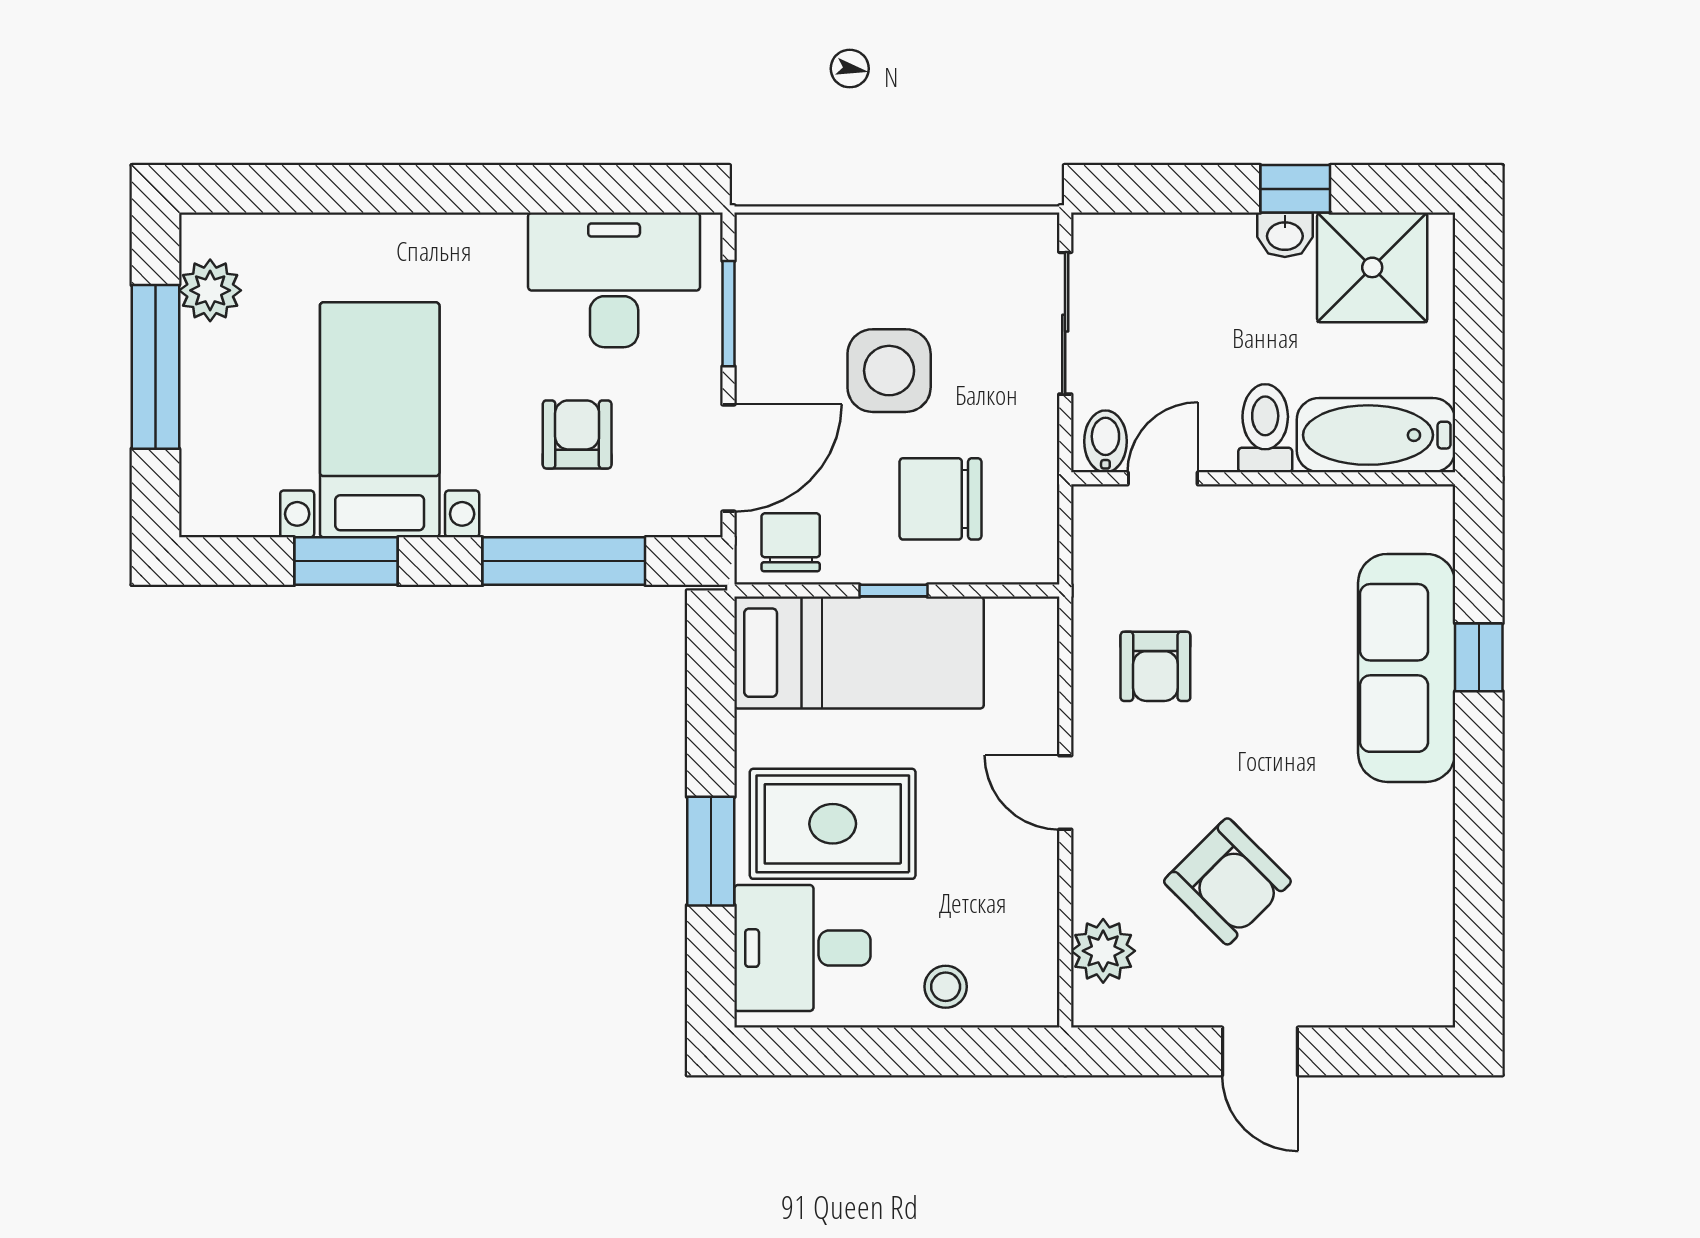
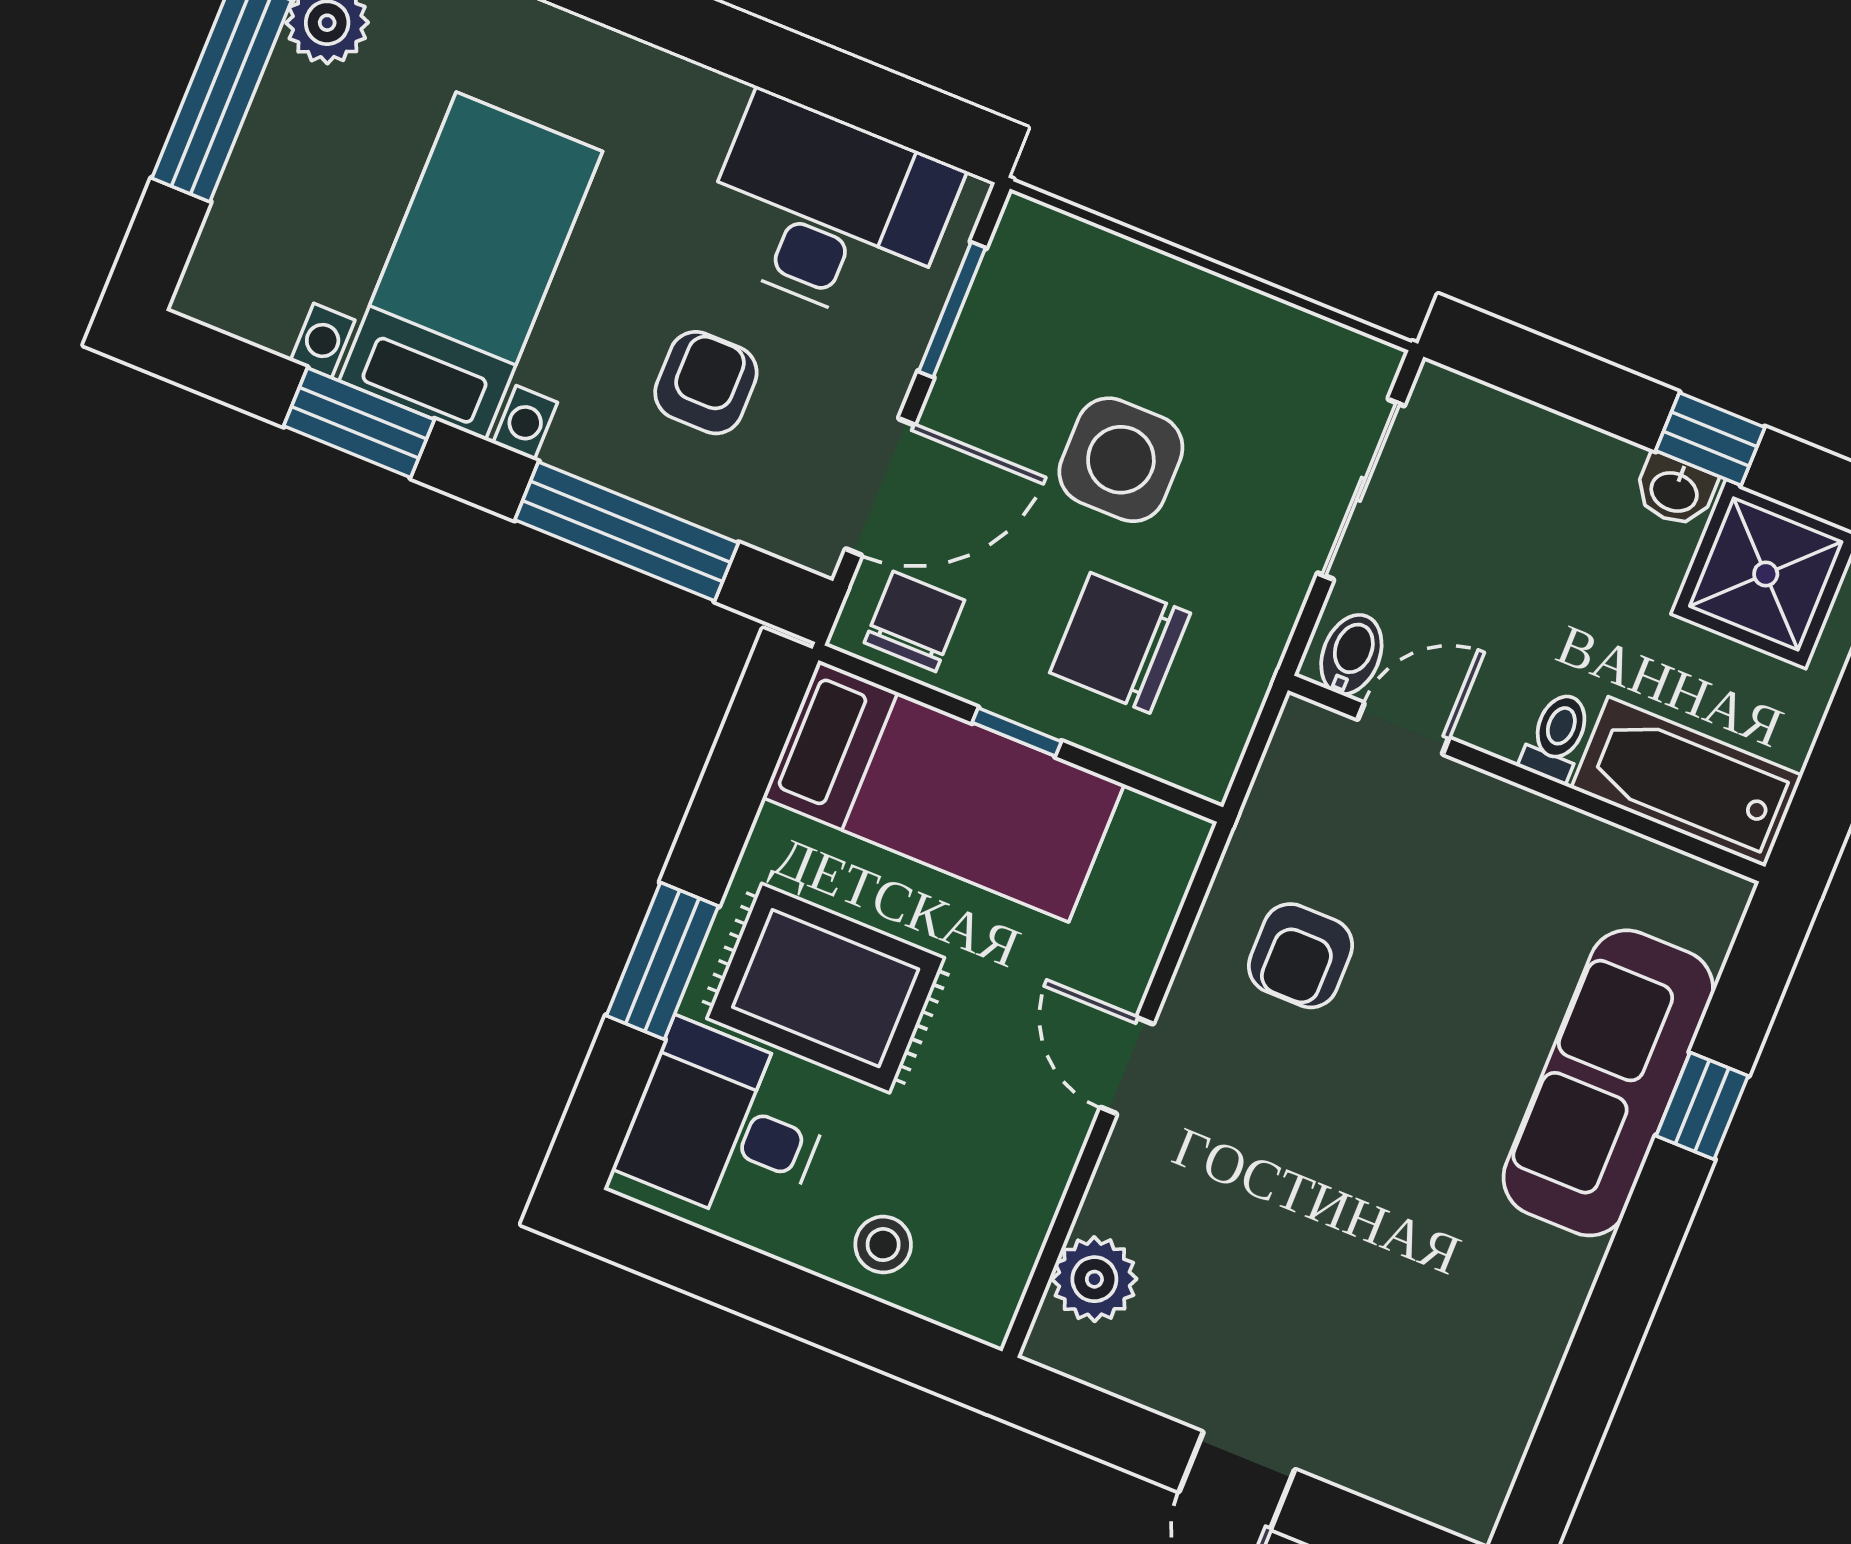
toilet: (1265, 428) -> (1557, 737), width x0.73, depth x0.72
armchair: (1227, 881) -> (1282, 1256), removed

